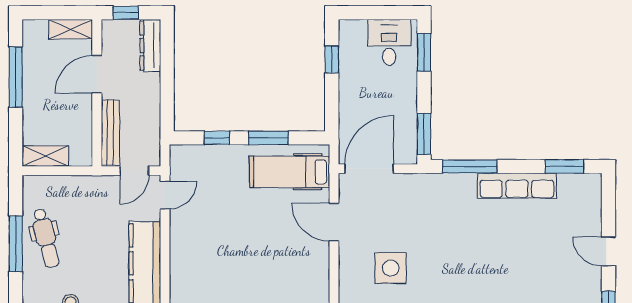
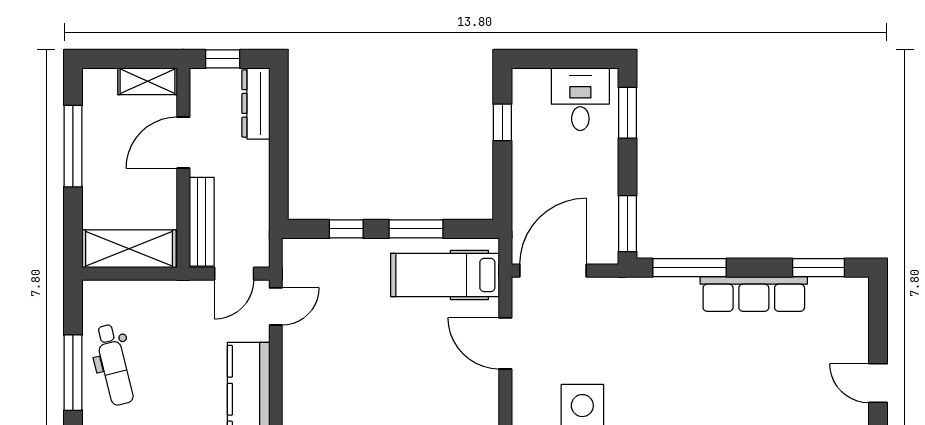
shelving: (45, 156) -> (129, 249), width x1.50, depth x1.33

